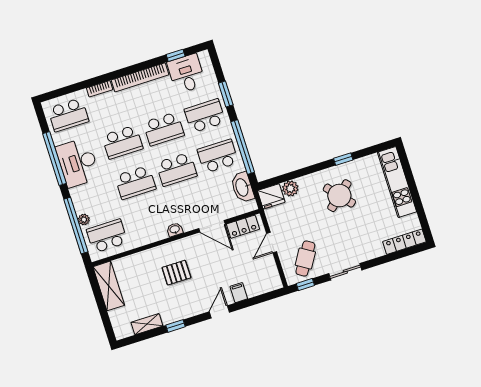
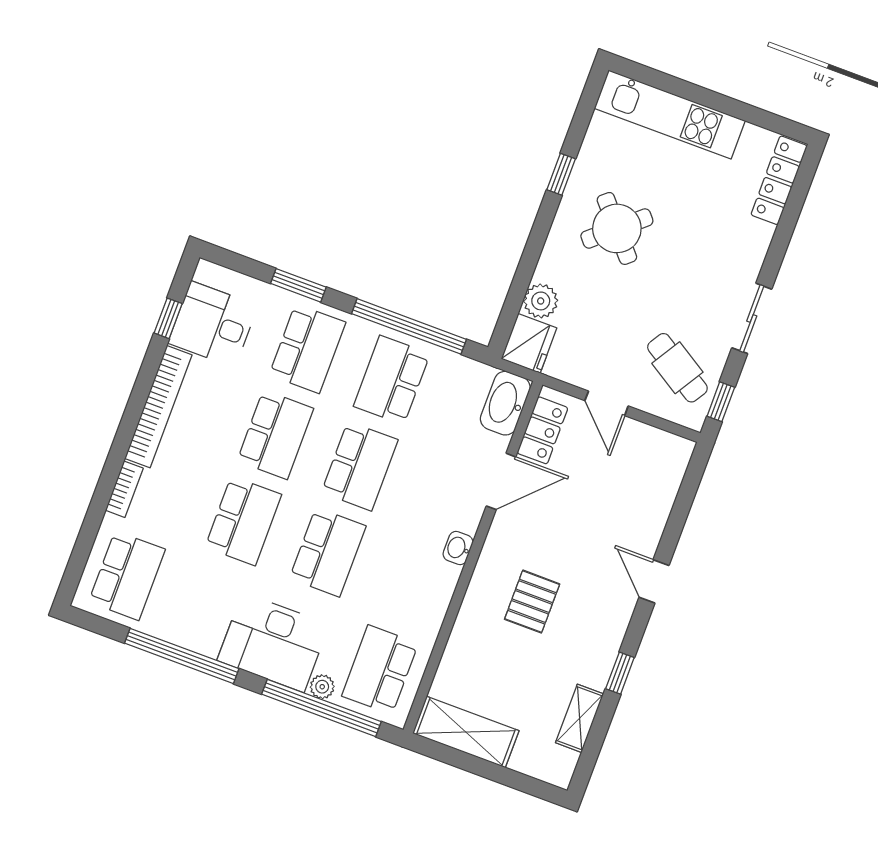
school desk: (205, 116) -> (307, 349), turned 180
desk: (78, 163) -> (273, 642), moved
washbasin: (242, 187) -> (505, 403), moved, turned 90
filing cabinet: (239, 293) -> (647, 524), removed

